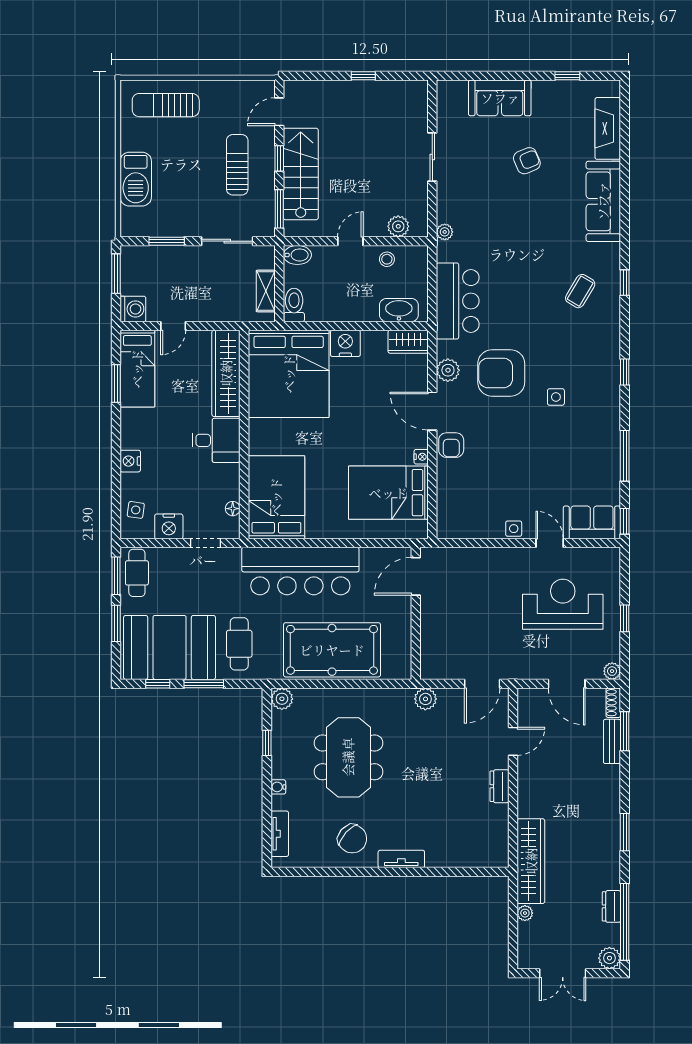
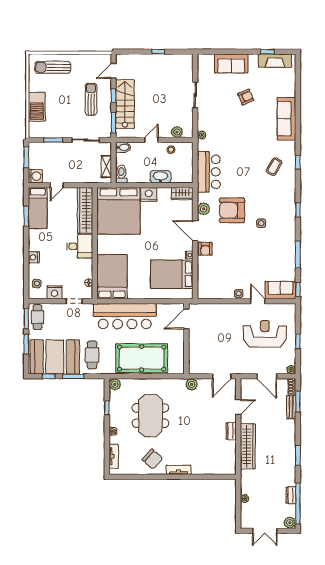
fireplace: (608, 128) -> (275, 61), moved, turned -90
washbasin: (399, 310) -> (160, 177), moved
wardrobe: (531, 861) -> (248, 446), moved

